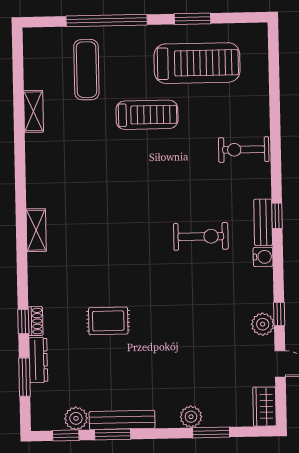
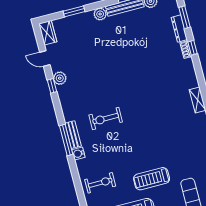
exercise bike: (244, 150) -> (100, 183), moved
window: (277, 216) -> (66, 140), width x2.17
water cooler: (263, 257) -> (78, 154), moved
rug: (108, 321) -> (146, 59), removed
plant: (191, 417) -> (100, 14), moved

